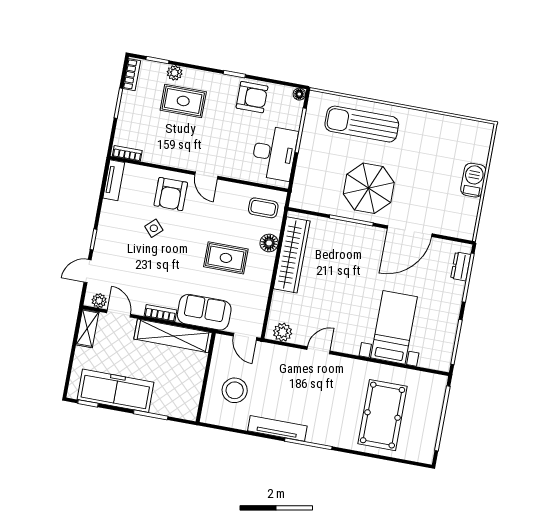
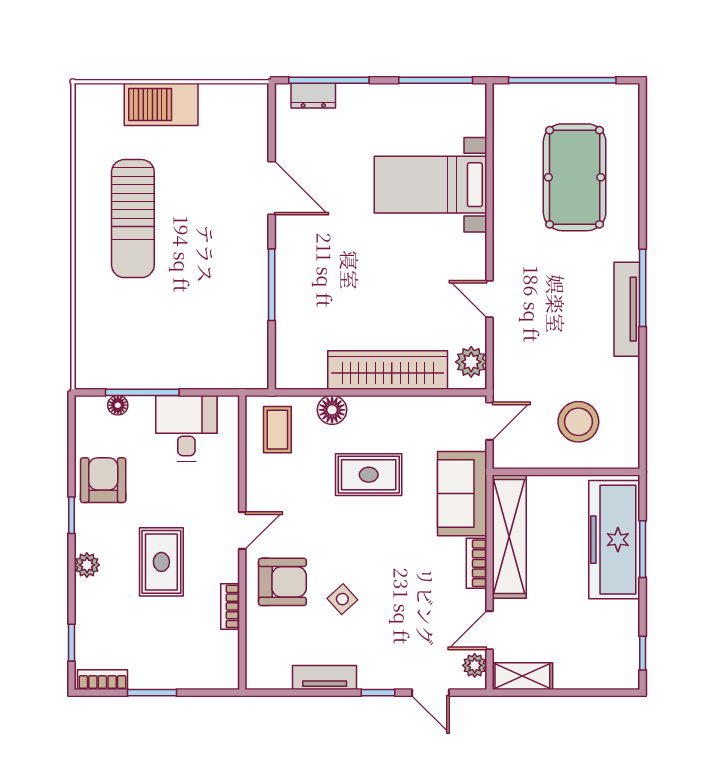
plant: (175, 73) -> (87, 565), moved
floor lamp: (299, 94) -> (118, 405), moved
rug: (183, 101) -> (161, 562), moved
sun lounger: (362, 124) -> (133, 219), moved
bookcase: (127, 153) -> (230, 606), moved
desk: (274, 153) -> (186, 428), width x0.73
tv unit: (114, 180) -> (325, 677), moved
barbecue: (473, 180) -> (161, 104), width x1.37, depth x1.21
parasol: (369, 188) -> (215, 266), removed
door: (410, 231) -> (272, 188), width x0.73
wardrobe: (292, 255) -> (388, 370), moved
rug: (226, 258) -> (369, 475), turned 90
freezer: (116, 391) -> (614, 540), moved
pool table: (383, 415) -> (575, 177), turned 90
tv unit: (277, 428) -> (627, 309), moved

